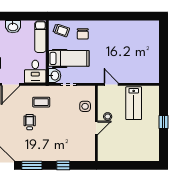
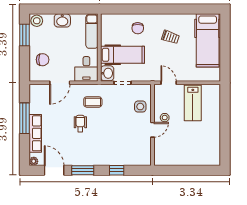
trolley: (61, 30) -> (170, 37), moved
hospital bed: (147, 45) -> (208, 40), added
window: (163, 122) -> (225, 124), removed

